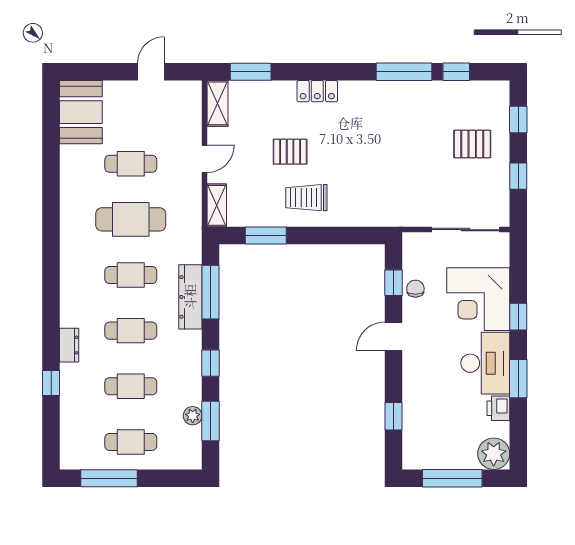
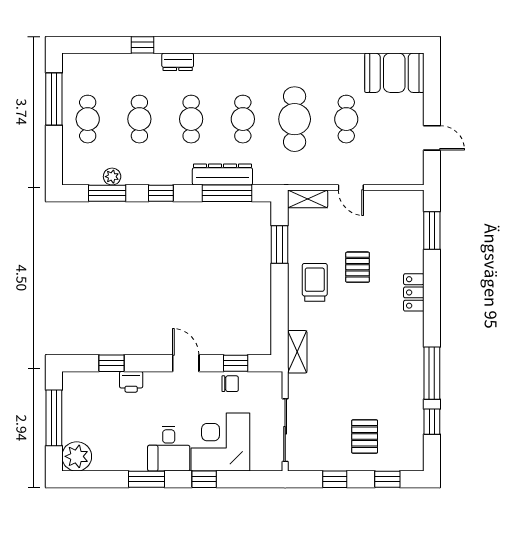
shelving: (217, 103) -> (297, 352), moved, turned 90
desk: (485, 363) -> (169, 449), width x0.73
printer: (498, 408) -> (131, 382), moved, turned 180

